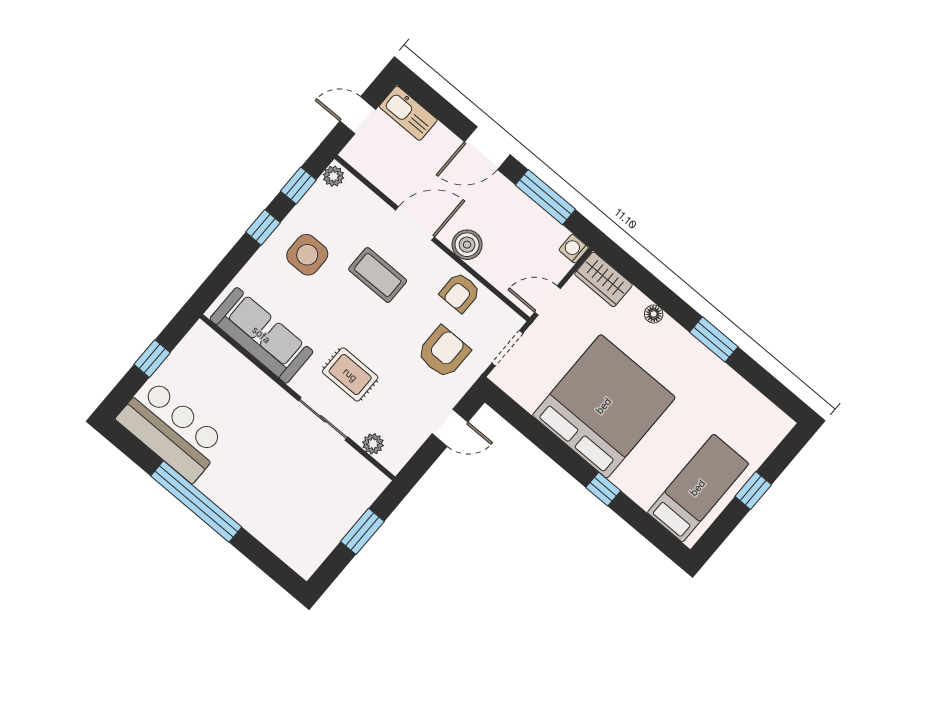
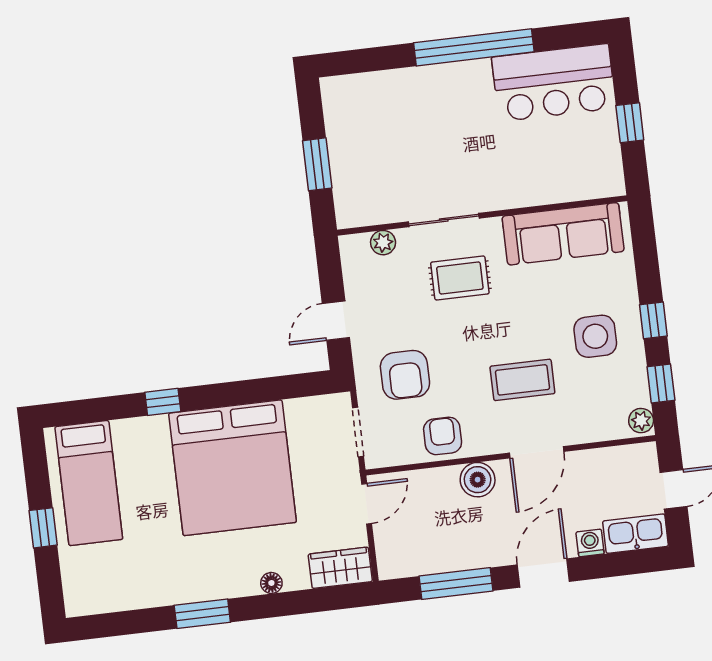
washing machine: (574, 249) -> (590, 543), moved, turned -90

